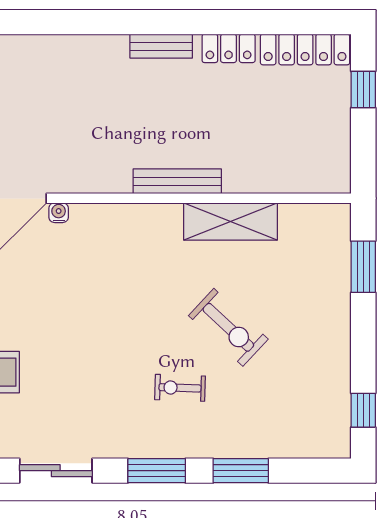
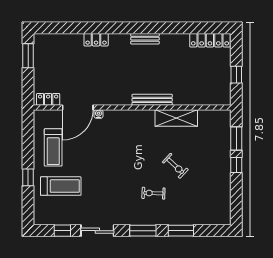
locker: (229, 48) -> (96, 40), moved
window: (363, 90) -> (236, 75), moved
exercise bike: (228, 327) -> (175, 166), width x0.73, depth x0.72
window: (363, 410) -> (236, 165), moved

